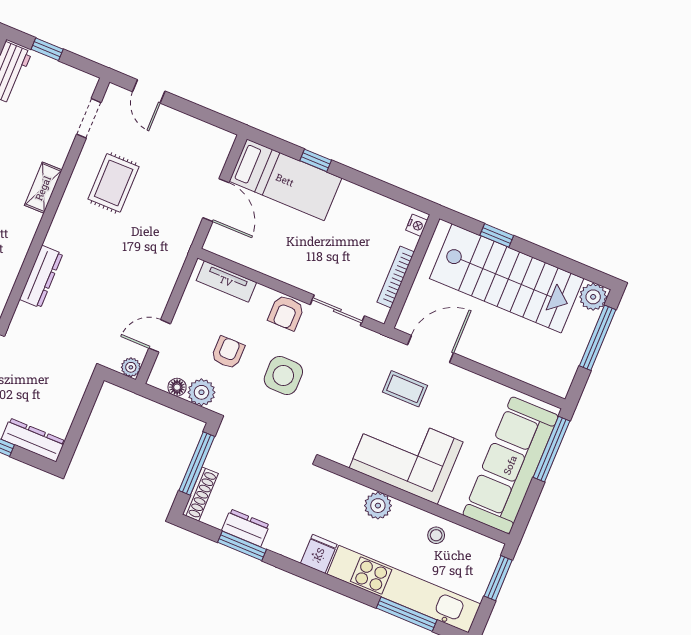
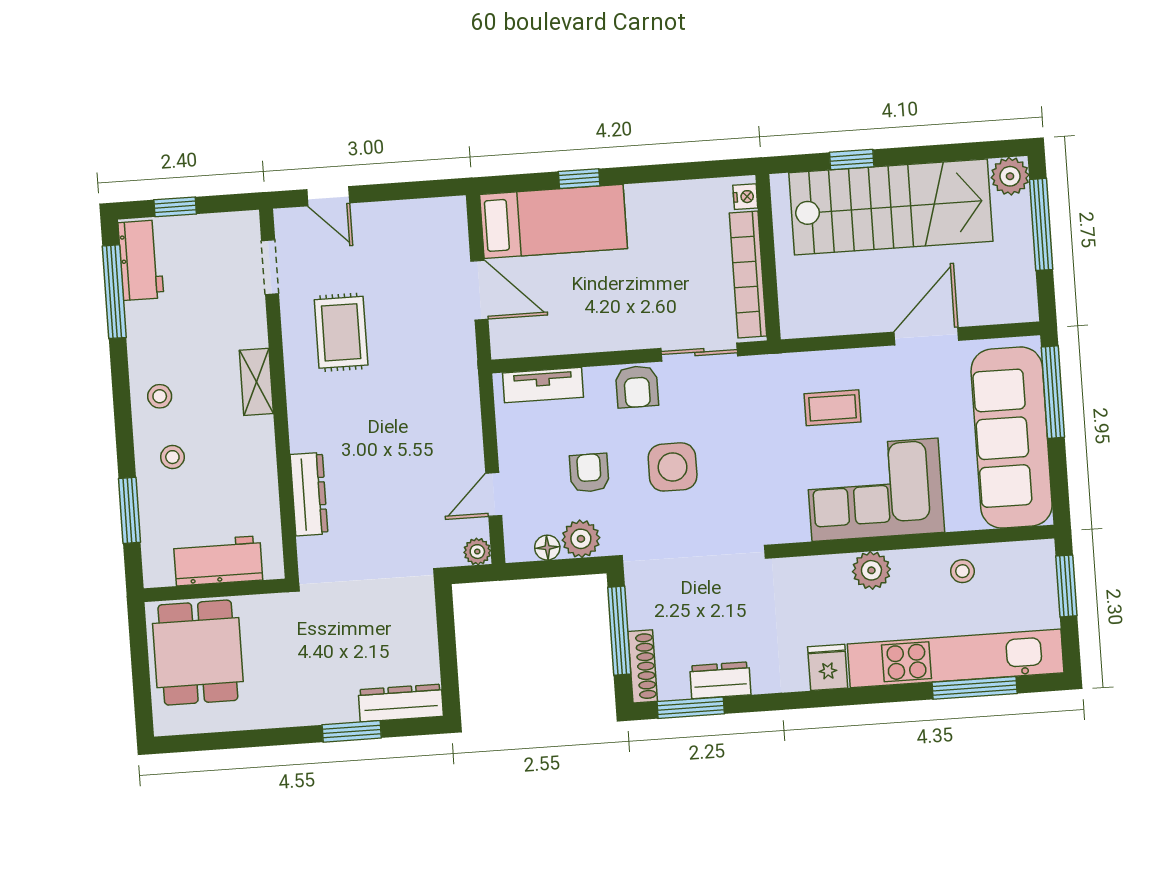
bookcase: (396, 277) -> (748, 274), width x1.48, depth x1.31
door: (430, 349) -> (926, 336), moved
window: (242, 546) -> (691, 708), moved

